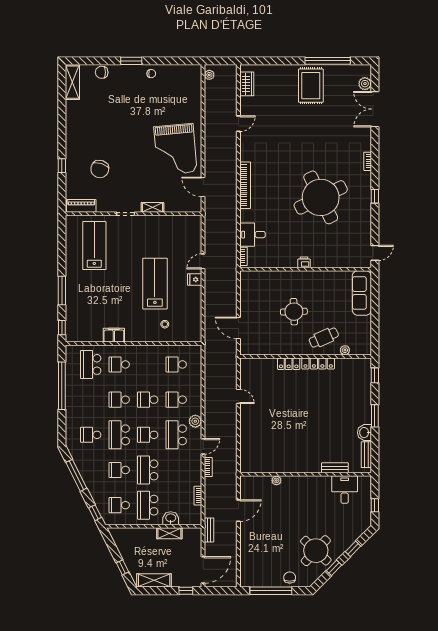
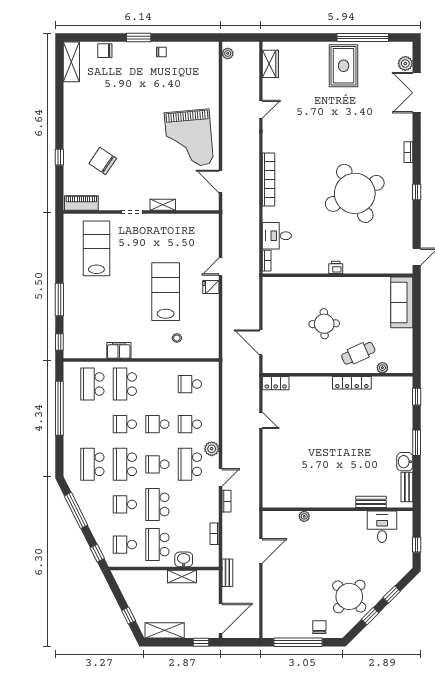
chair: (100, 169) -> (103, 161), turned 106
school desk: (119, 364) -> (125, 384), width x1.85
locker: (289, 364) -> (276, 383), moved
school desk: (91, 435) -> (92, 464), width x1.85

